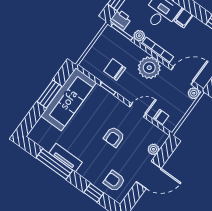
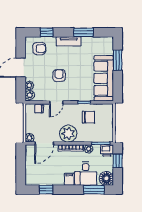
window: (49, 94) -> (118, 60), moved
plant: (160, 139) -> (30, 95), added
tv unit: (66, 158) -> (69, 41), moved
window: (54, 164) -> (84, 32), width x0.69

